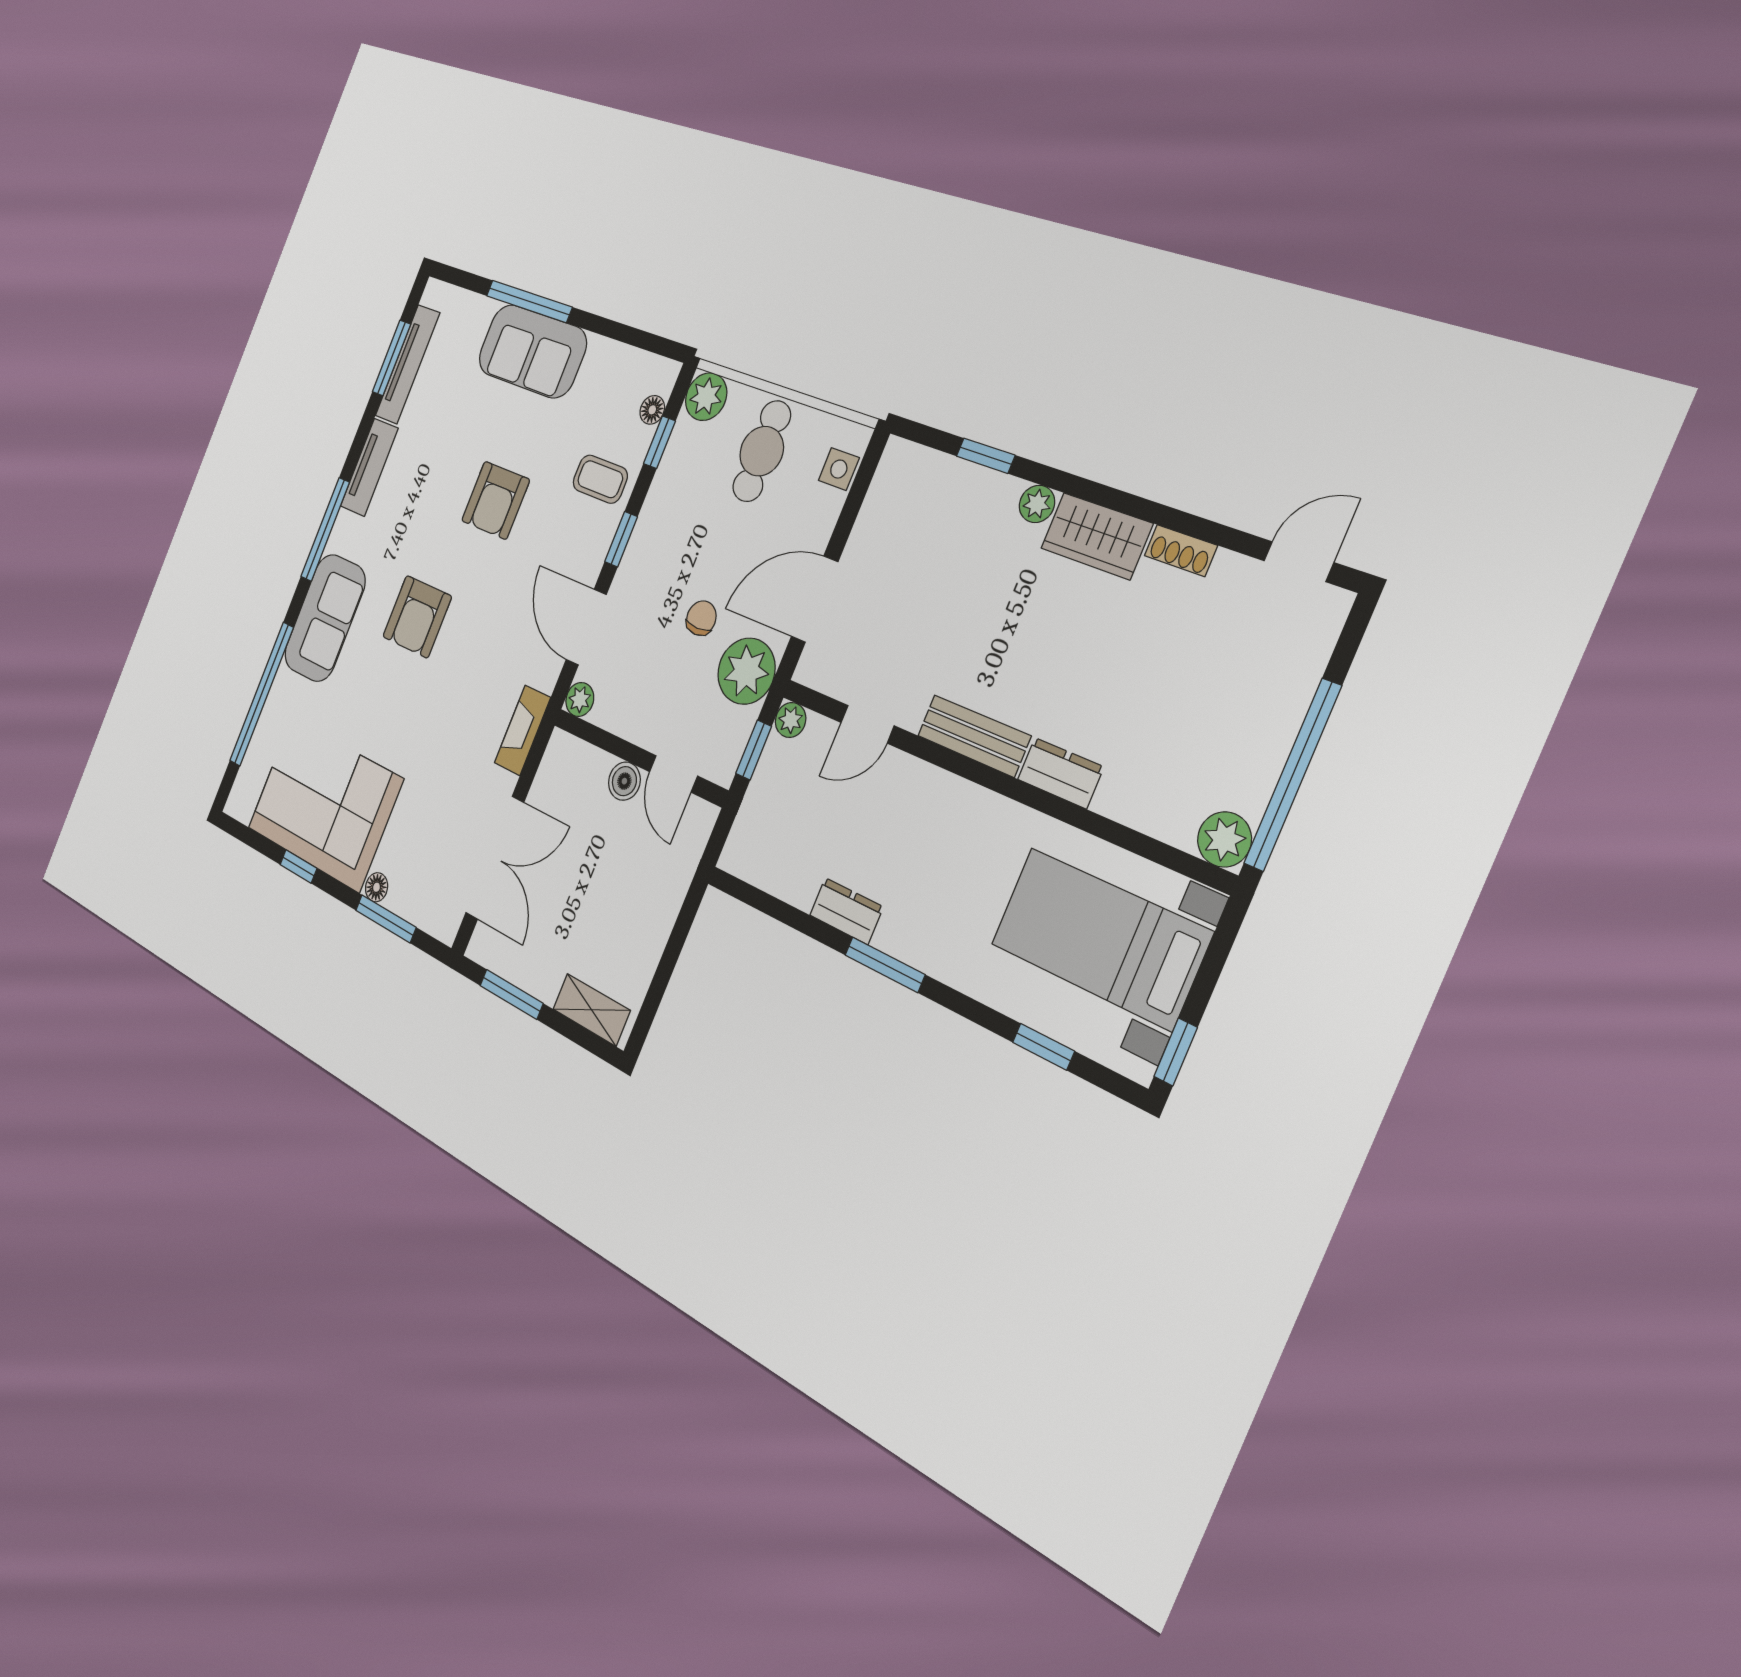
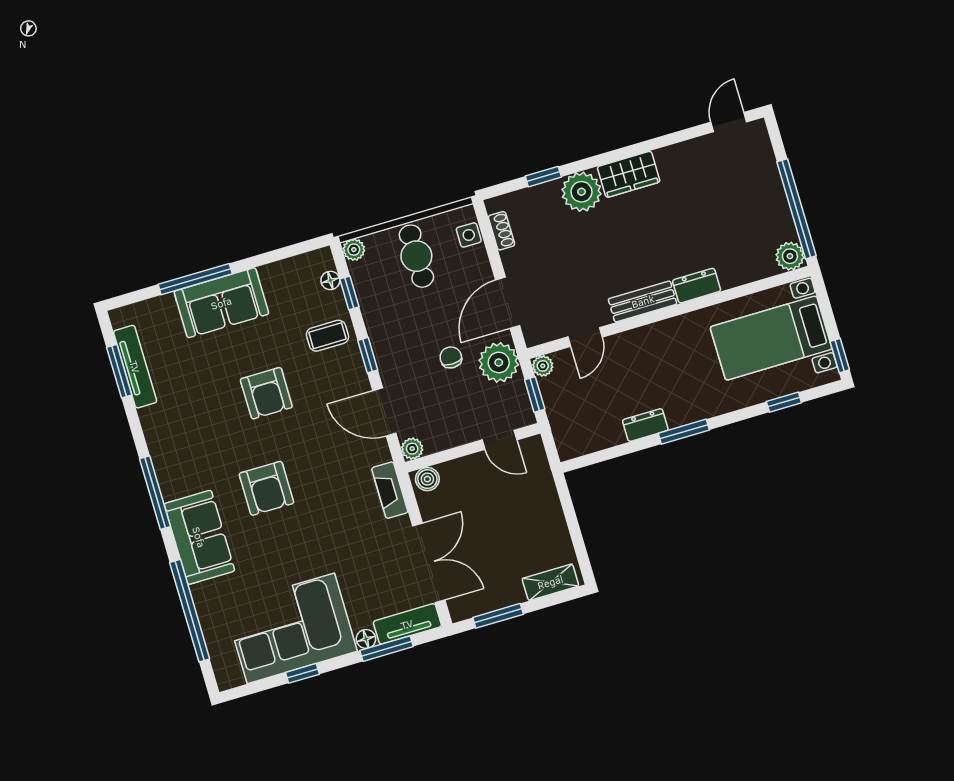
plant: (706, 397) -> (354, 250), width x0.73, depth x0.73
tv unit: (369, 467) -> (407, 624), moved, turned -90
plant: (1037, 504) -> (581, 192), width x1.88, depth x1.88
shoe rack: (1181, 551) -> (501, 231), moved, turned -90
boiler: (624, 781) -> (427, 479), moved

